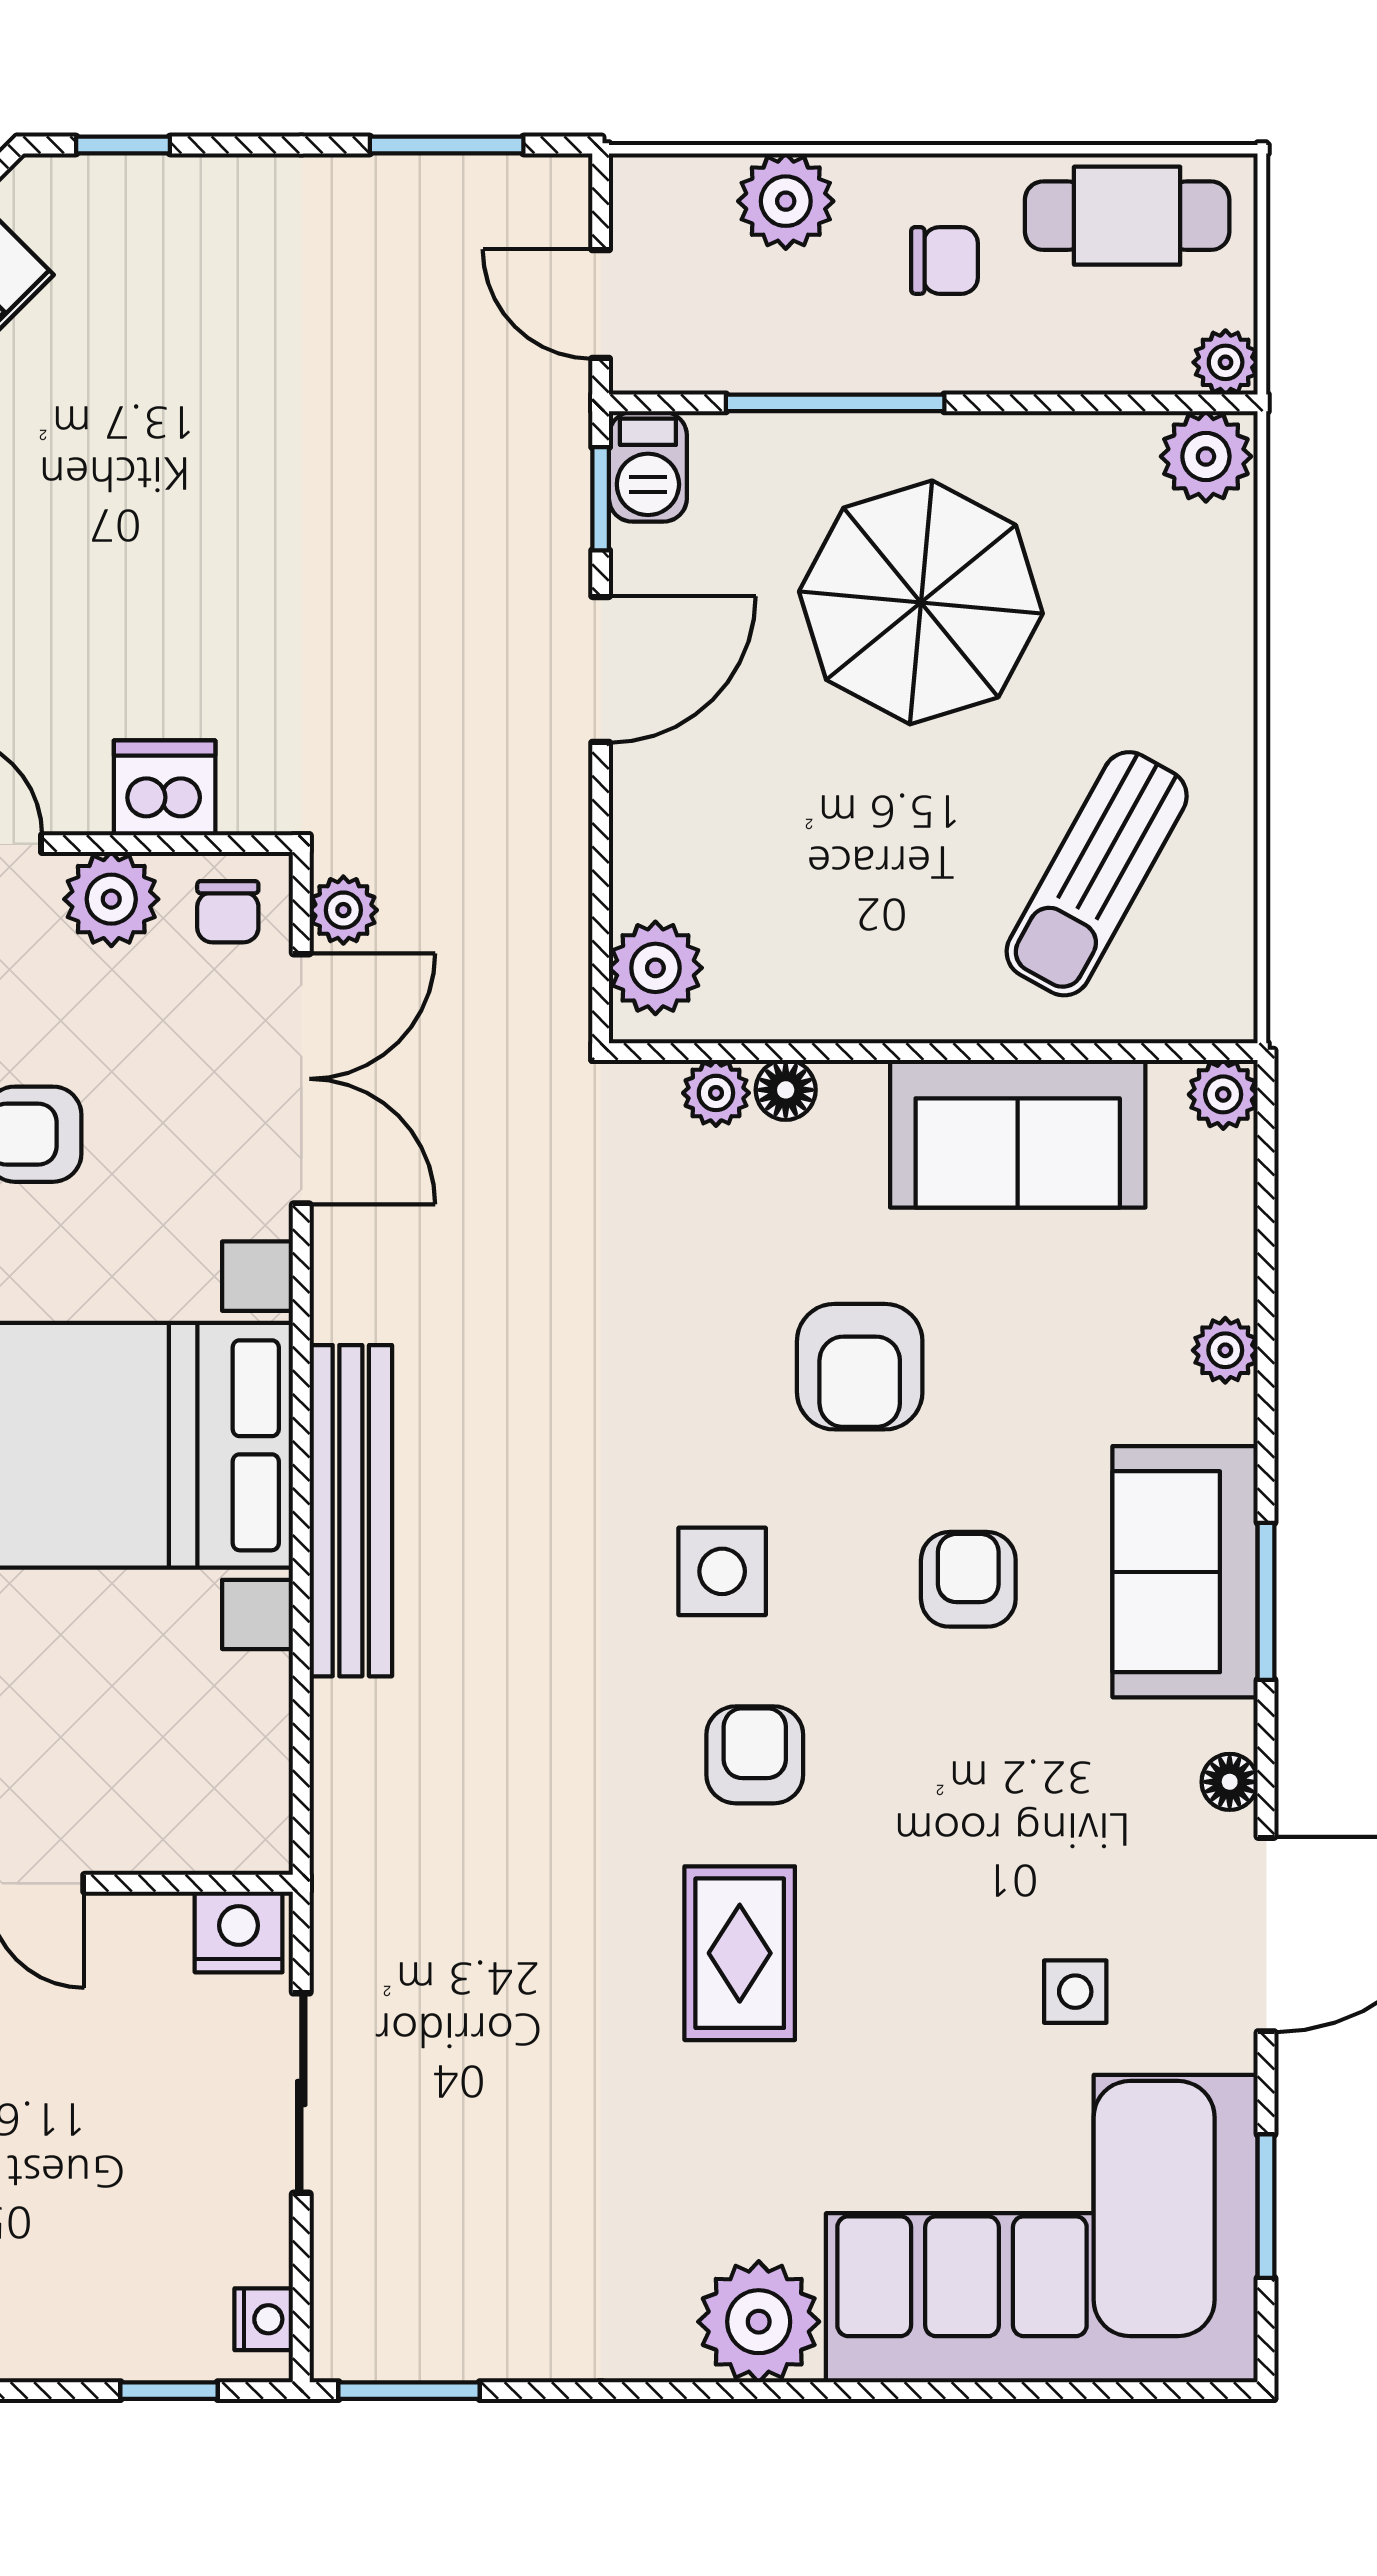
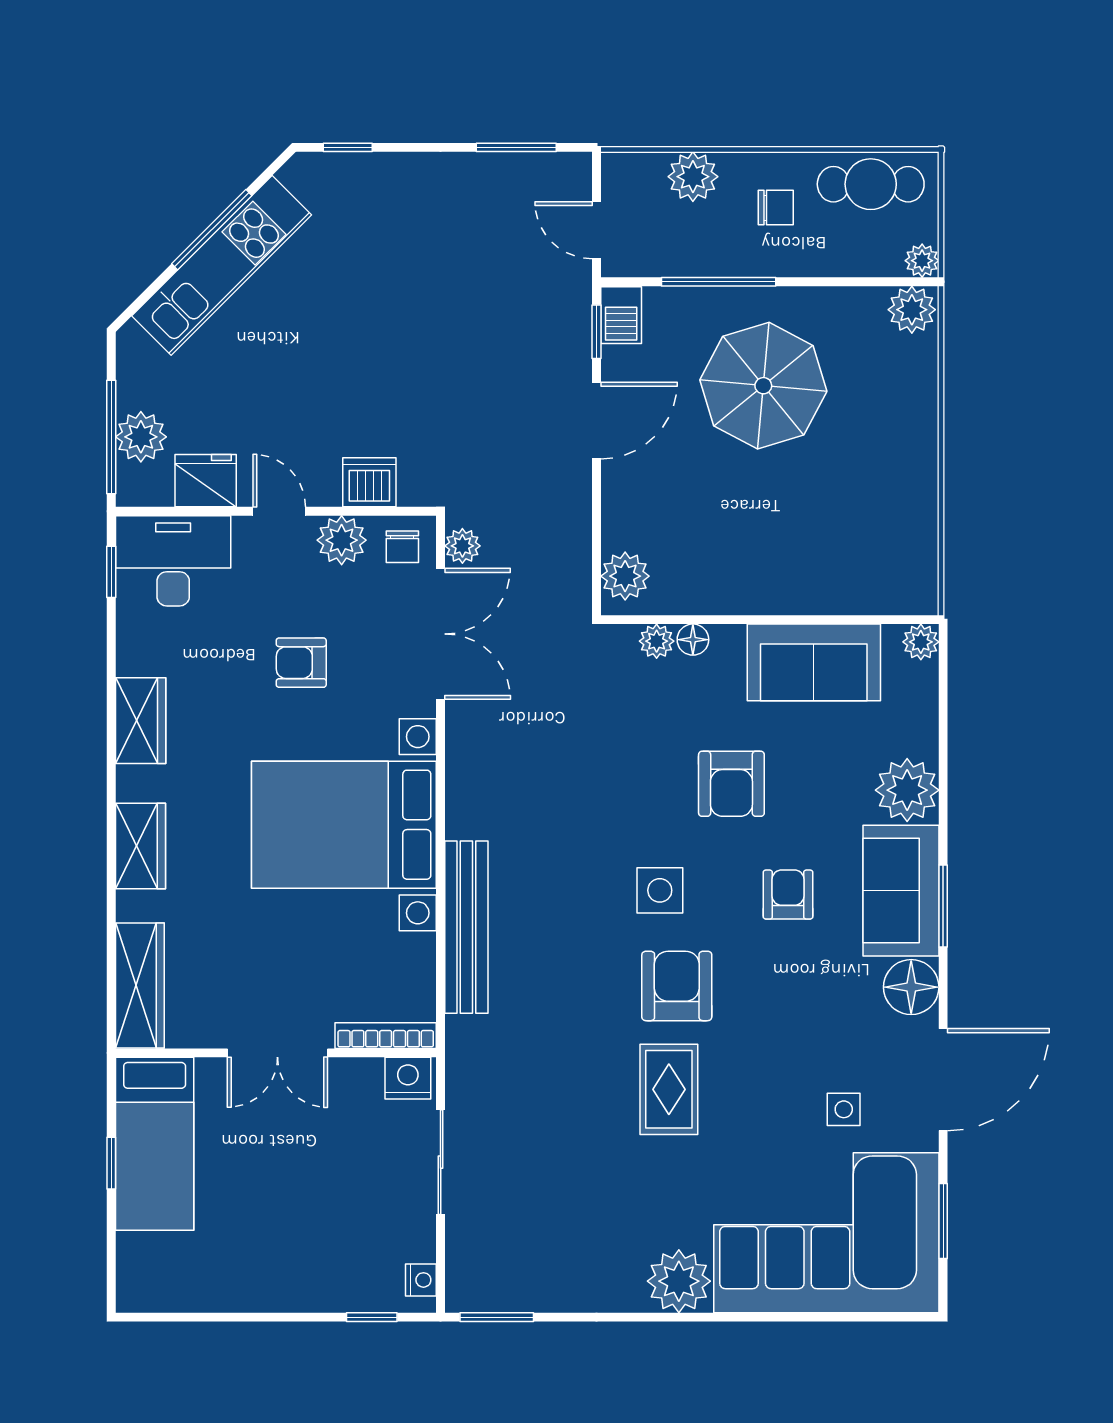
sun lounger: (1097, 874) -> (855, 527), removed
plant: (1225, 1350) -> (907, 790), width x1.87, depth x1.87
bench: (351, 1511) -> (466, 927), moved
armchair: (755, 1755) -> (677, 986), width x1.38, depth x1.38
floor lamp: (1230, 1782) -> (911, 987), width x1.89, depth x1.89
bookcase: (196, 1850) -> (386, 1036), added

